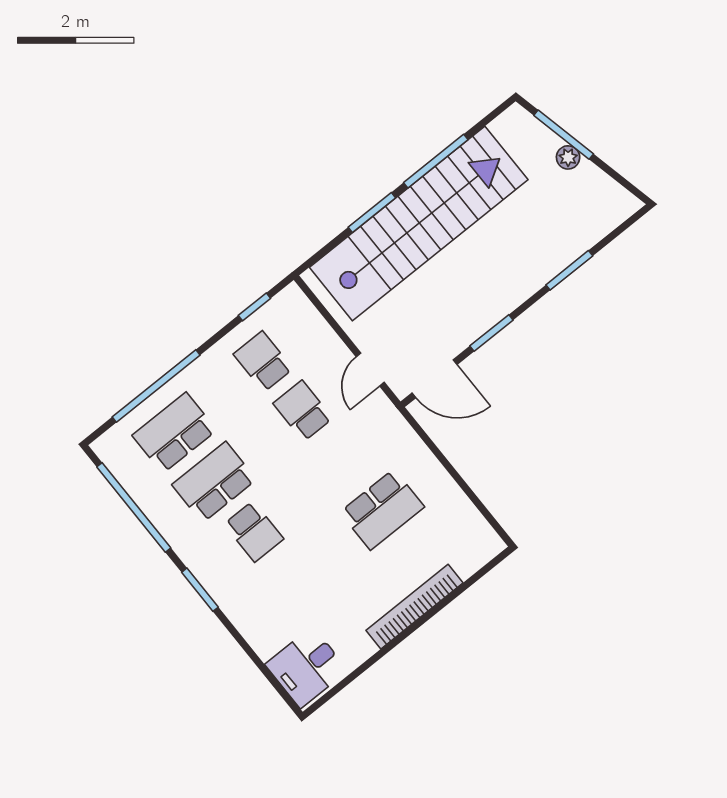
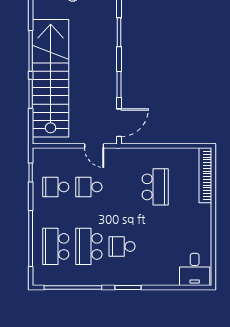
school desk: (254, 531) -> (122, 246), turned 180
bookcase: (414, 607) -> (205, 175), moved

